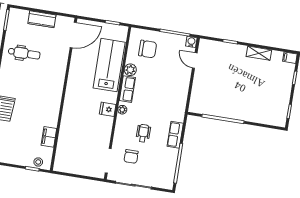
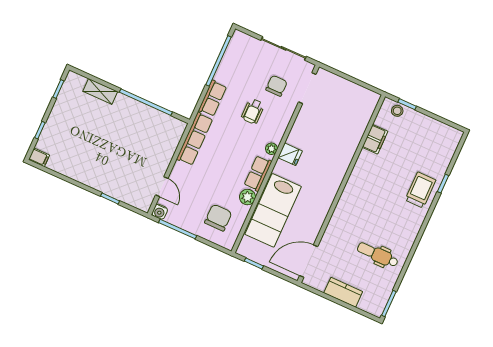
chair: (148, 49) -> (218, 218), turned 90
shelving: (259, 53) -> (100, 91), moved
row of seats: (180, 102) -> (195, 139), added

